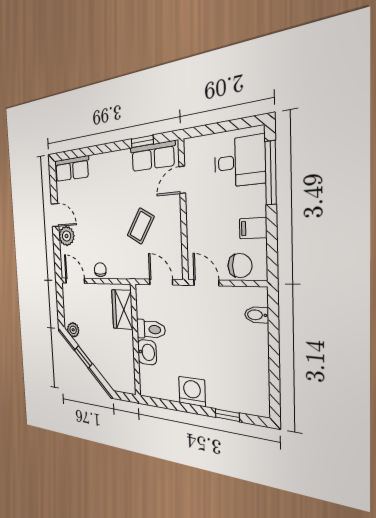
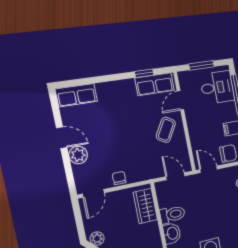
window: (220, 127) -> (201, 65), added
coffee table: (141, 226) -> (166, 130), moved
door: (75, 281) -> (93, 193), swing flipped

